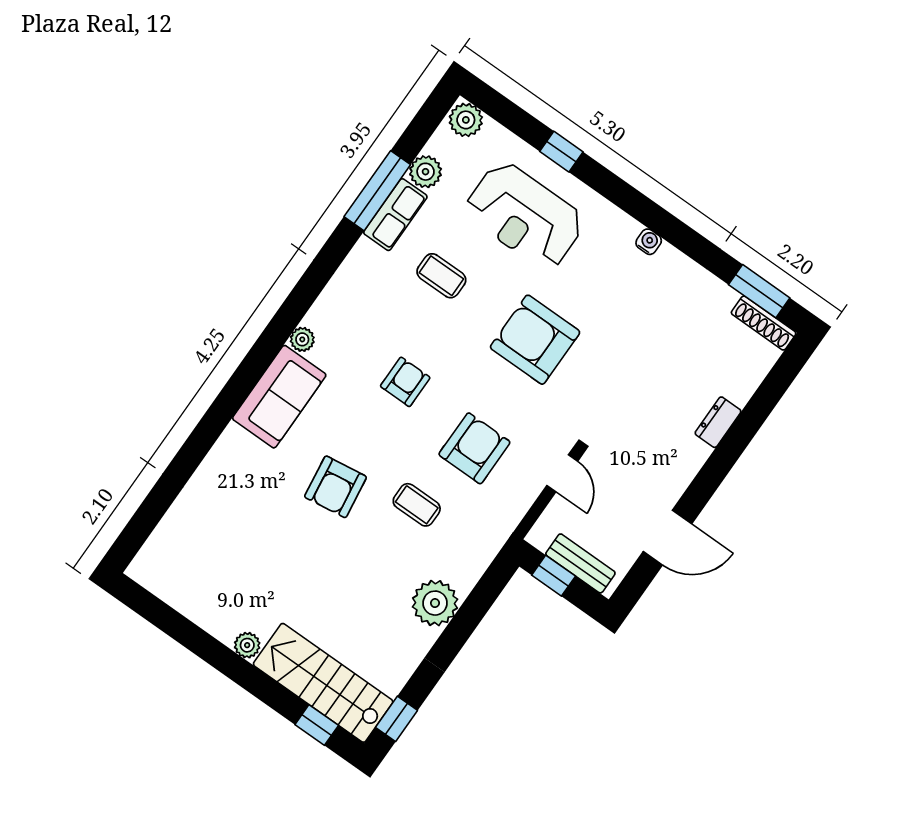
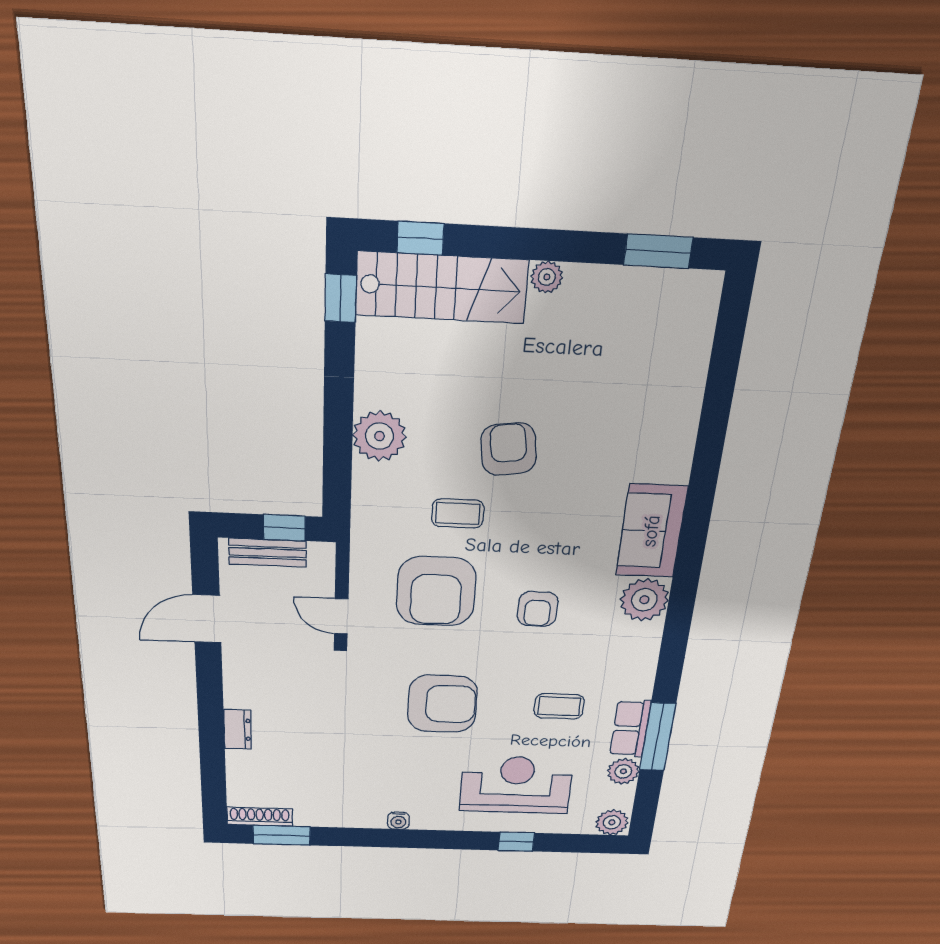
plant: (302, 339) -> (644, 600), width x1.88, depth x1.88
armchair: (474, 448) -> (436, 591), width x1.36, depth x1.36
armchair: (336, 487) -> (509, 449), moved
window: (162, 616) -> (658, 251), added

